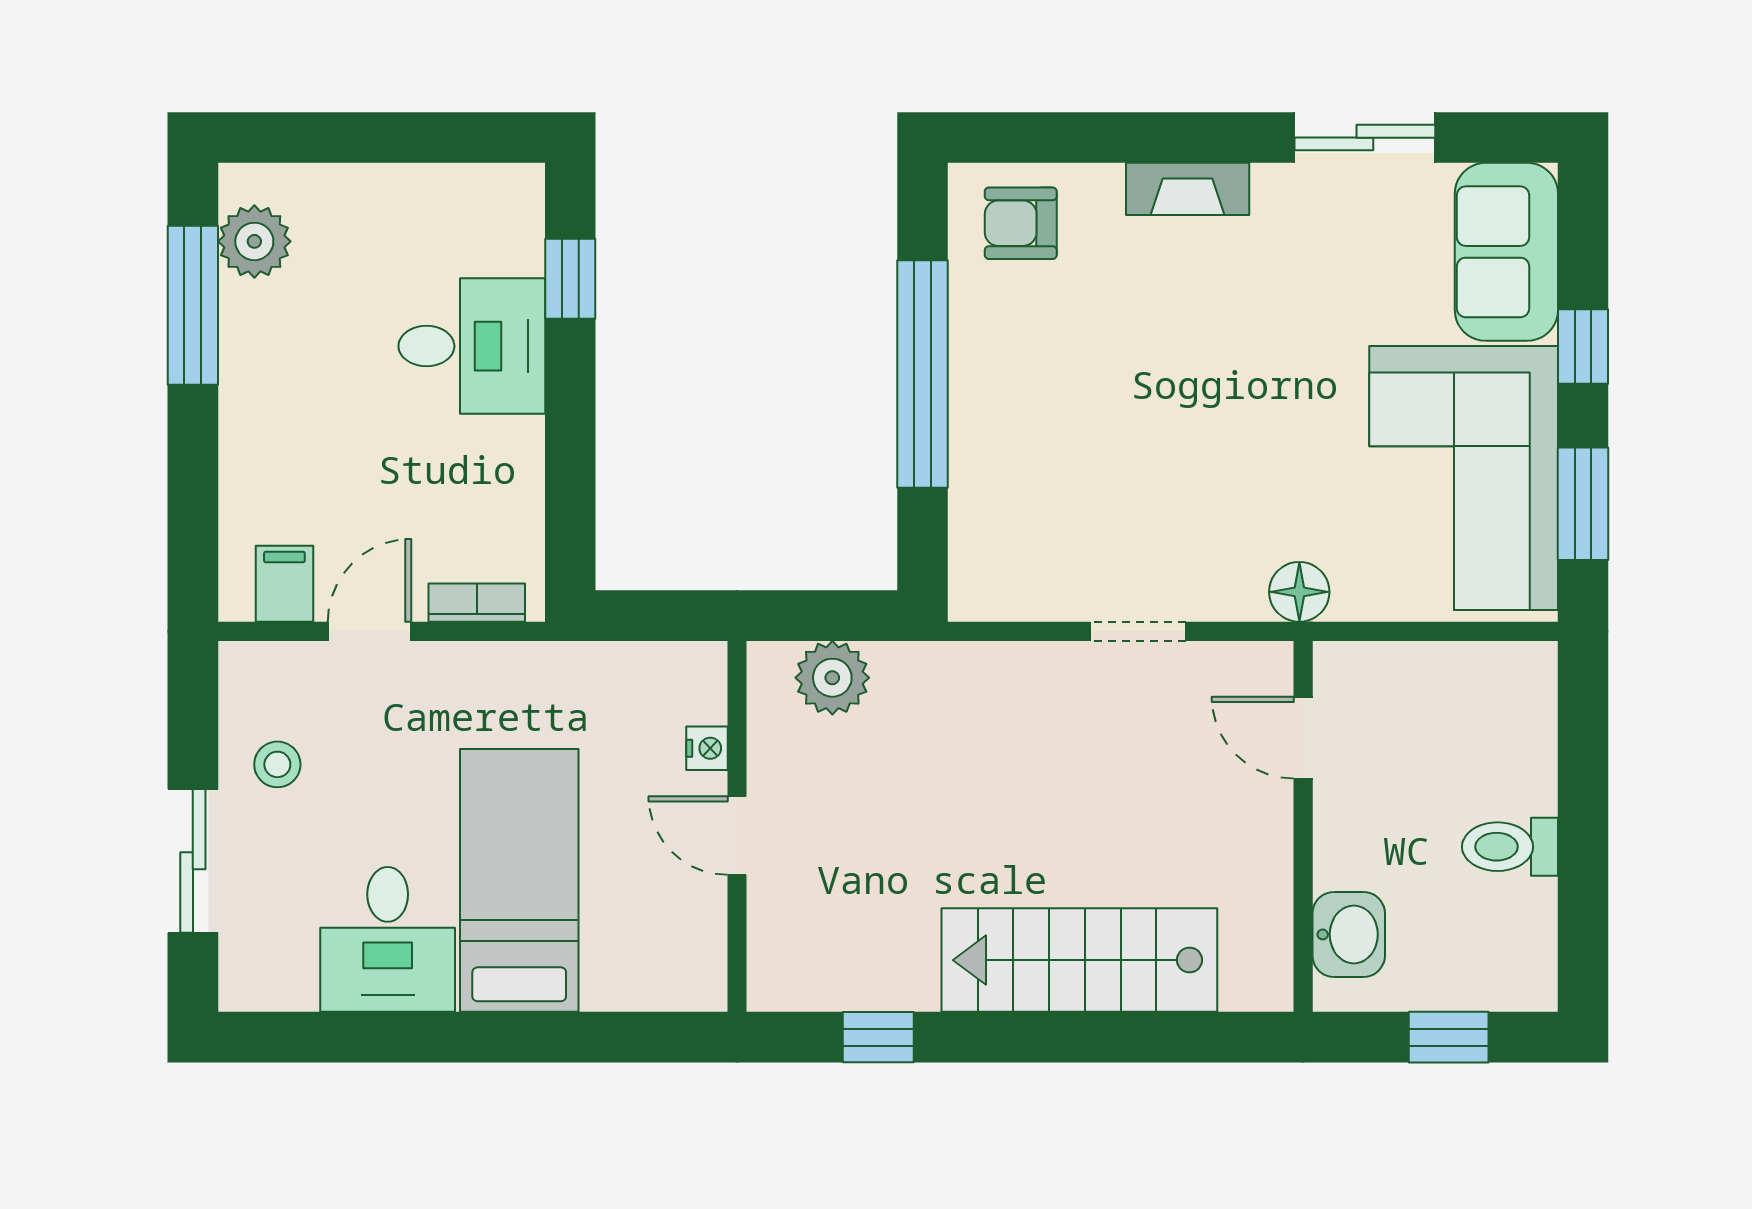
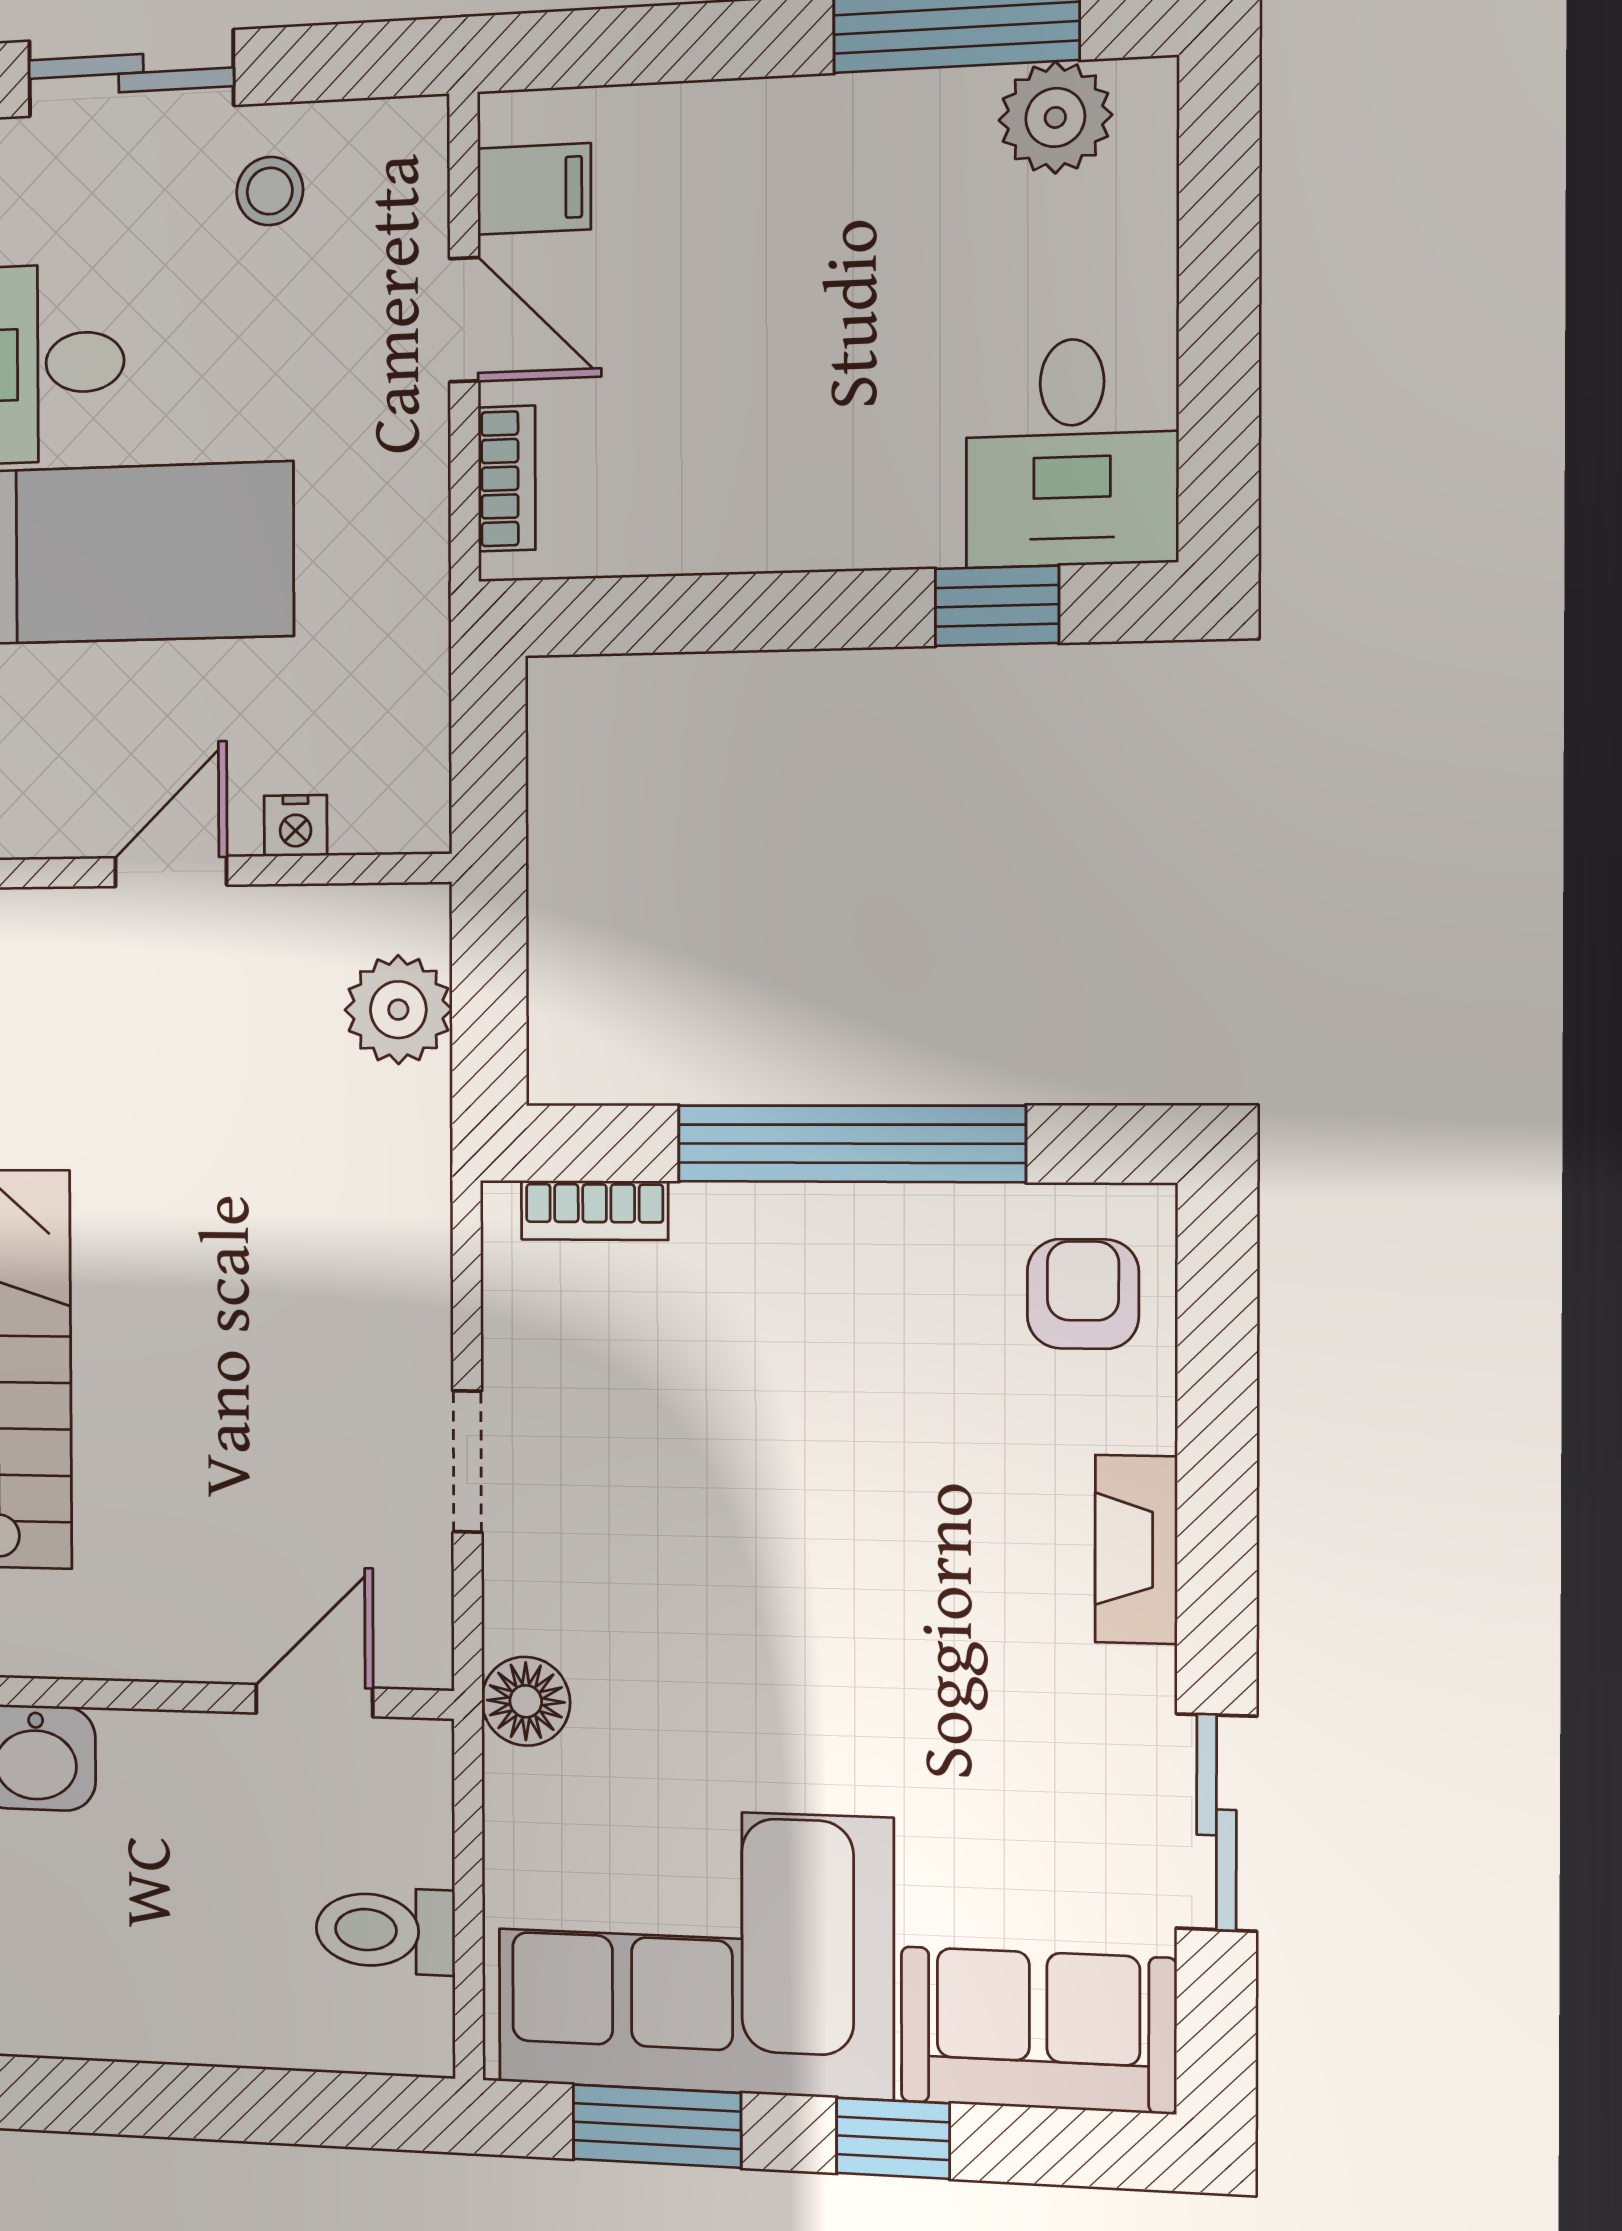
desk: (472, 346) -> (1072, 452), moved
bookcase: (967, 544) -> (595, 1210), added
toilet: (1510, 847) -> (385, 1930), moved, turned -90

